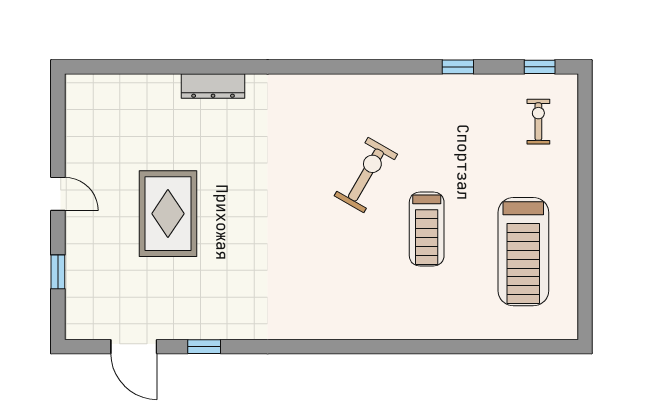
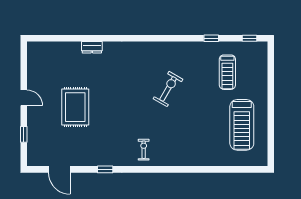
dresser: (213, 86) -> (92, 47), width x0.70
exercise bike: (538, 122) -> (144, 150), moved
treadmill: (427, 229) -> (227, 72), moved
window: (204, 347) -> (105, 169), moved

